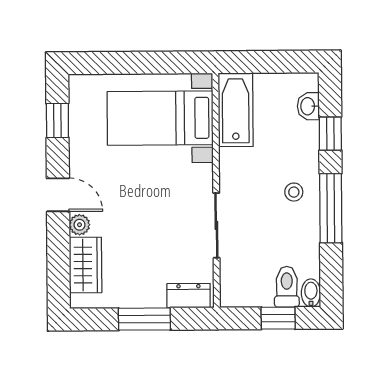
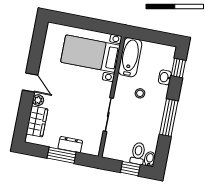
washbasin: (308, 106) -> (165, 77), moved
window: (57, 121) -> (38, 44), removed
window: (330, 134) -> (178, 68), moved
stool: (294, 192) -> (140, 93), moved
dresser: (188, 296) -> (70, 145), moved

